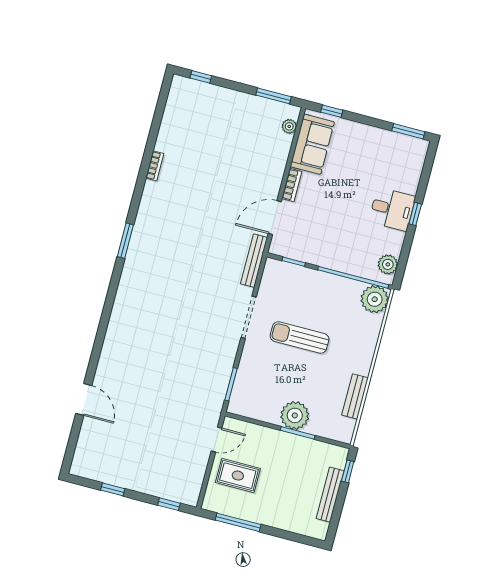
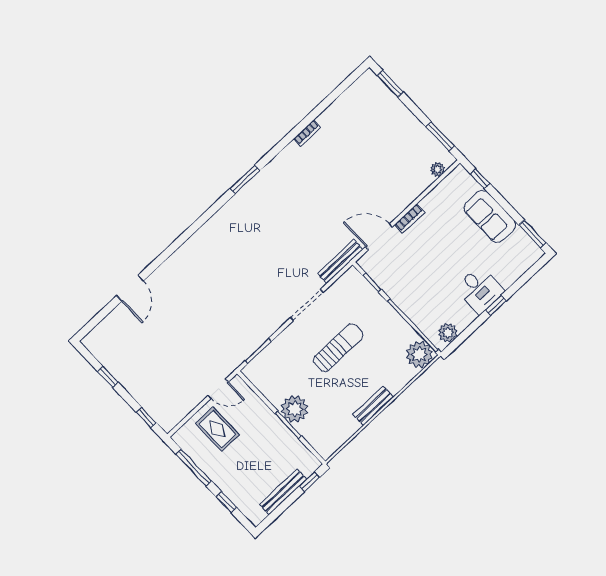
window: (201, 77) -> (390, 84), width x1.50
sofa: (312, 144) -> (490, 216), moved, turned 90
sun lounger: (300, 338) -> (338, 348), turned 90
bench: (355, 396) -> (373, 406), moved
window: (286, 535) -> (226, 502), added

